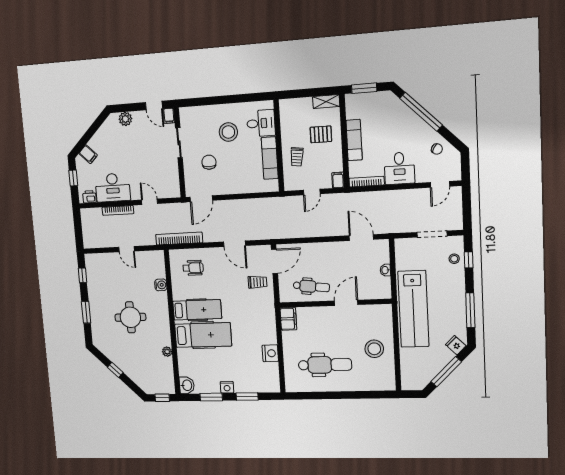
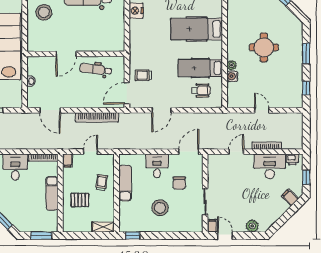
window: (257, 97) -> (133, 236), added
shelving: (326, 102) -> (103, 227), moved
desk: (261, 123) -> (157, 166), moved, turned 90
door: (150, 202) -> (236, 152), swing flipped
bookcase: (179, 239) -> (97, 117), moved
door: (234, 244) -> (162, 110), swing flipped
wheelchair: (193, 268) -> (201, 90), turned 180
hospital bed: (197, 310) -> (200, 68), moved
filing cabinet: (288, 319) -> (118, 41), removed
plant: (167, 352) -> (232, 65), moved

